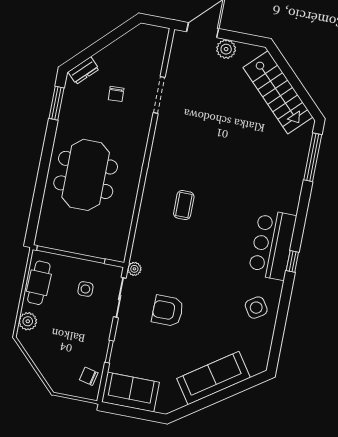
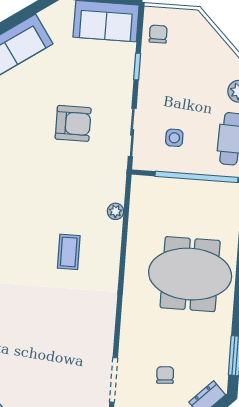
meeting table: (86, 175) -> (190, 274), turned 90
plant: (134, 269) -> (116, 211), moved
chair: (89, 376) -> (158, 34), turned -103

